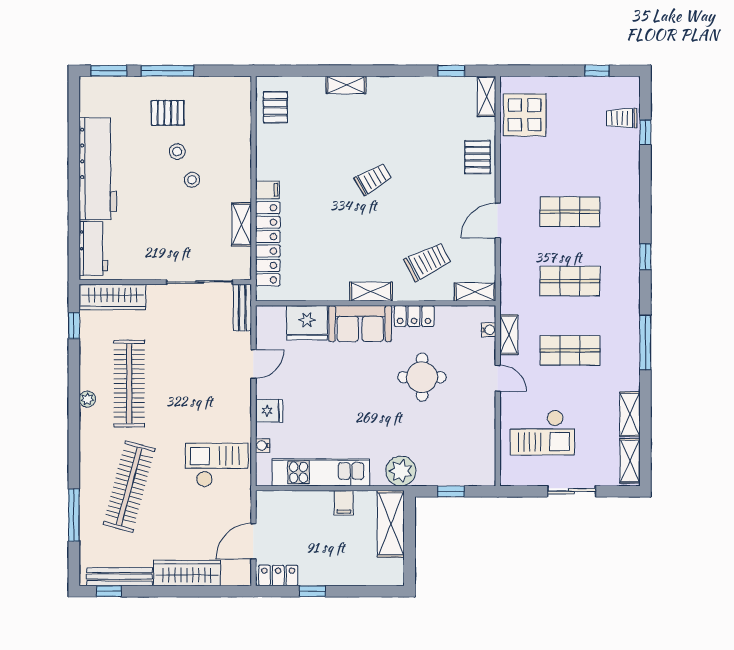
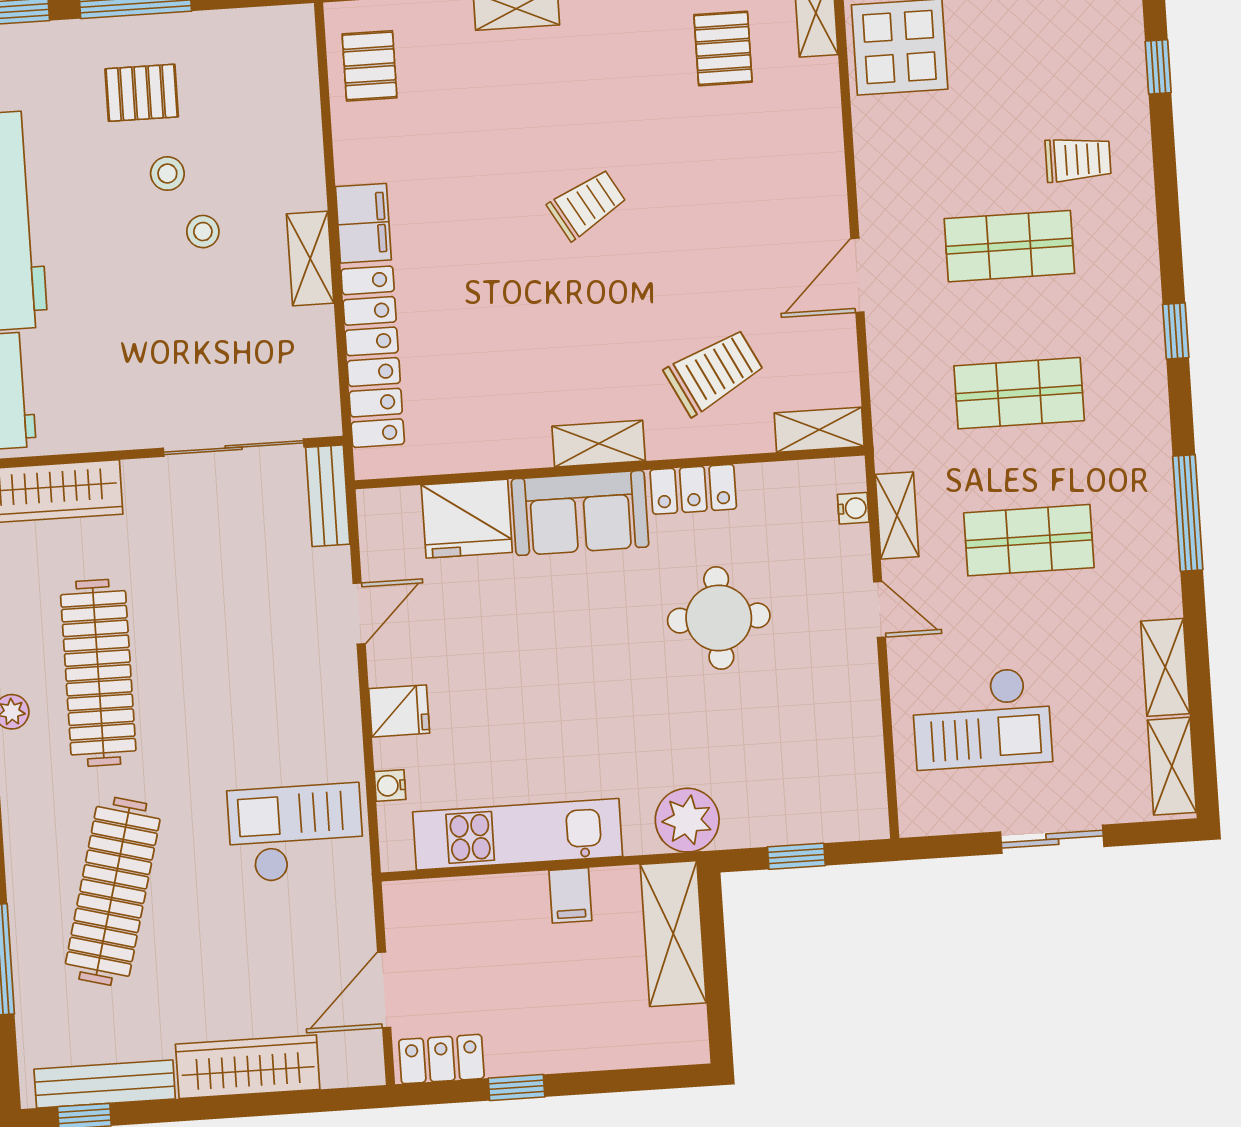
trolley: (622, 118) -> (1078, 159), moved, turned 180
pallet: (478, 157) -> (723, 48), moved
filing cabinet: (268, 190) -> (363, 223), width x2.00
shelving: (242, 224) -> (310, 258), moved

